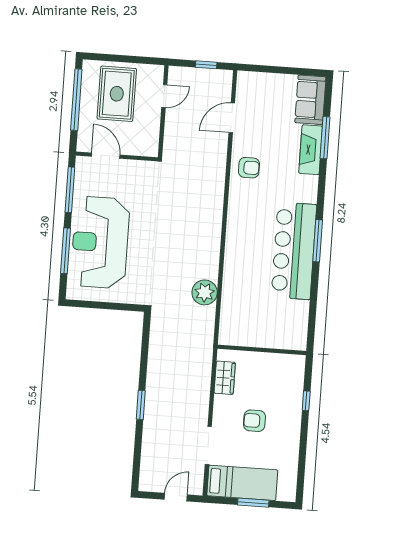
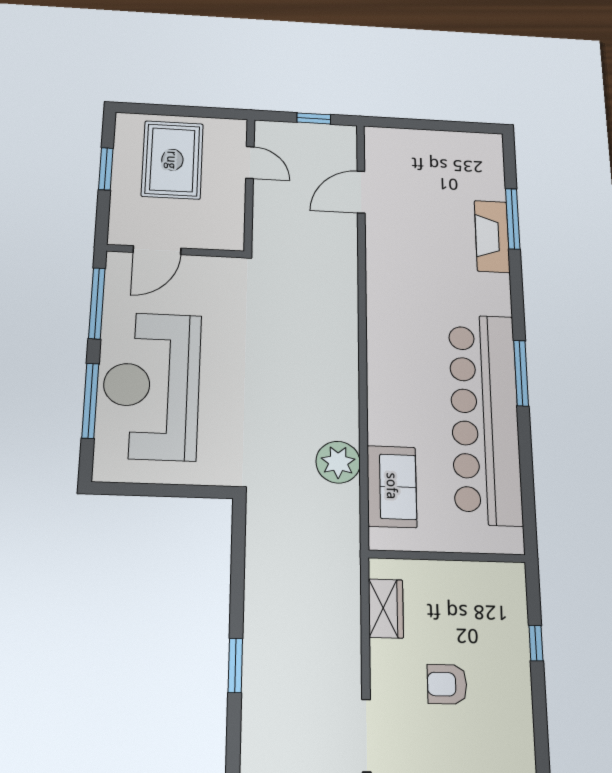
door: (164, 96) -> (250, 162), hinge flipped
window: (76, 100) -> (106, 169), width x0.47
sofa: (310, 100) -> (392, 486), moved, turned 180
door: (106, 156) -> (157, 250), swing flipped
armchair: (249, 168) -> (396, 264), removed
bar counter: (294, 251) -> (485, 418), width x1.36

